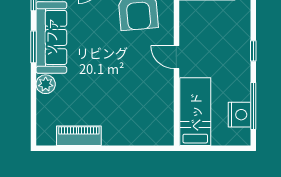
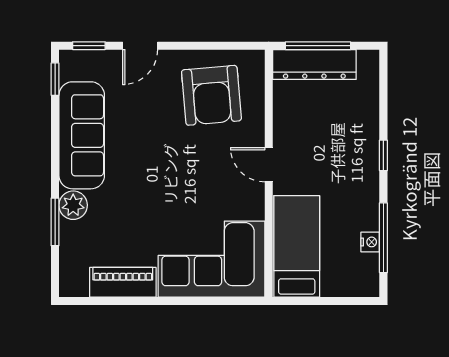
window: (34, 47) -> (55, 222), moved
nightstand: (239, 115) -> (370, 242), width x0.53, depth x0.56
corner sofa: (138, 120) -> (211, 259), added

